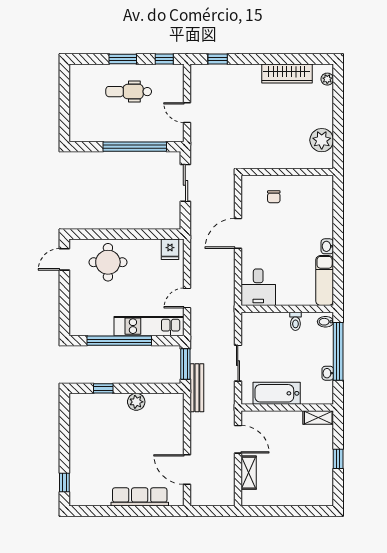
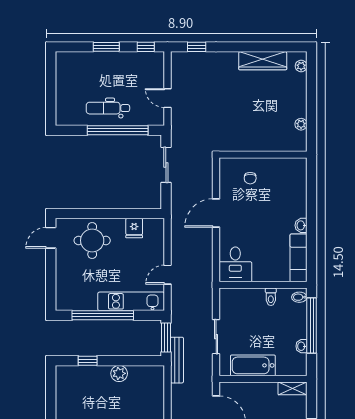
dental chair: (129, 92) -> (108, 108), moved
plant: (322, 140) -> (301, 124), width x0.53, depth x0.53
fridge: (170, 249) -> (134, 228), moved

